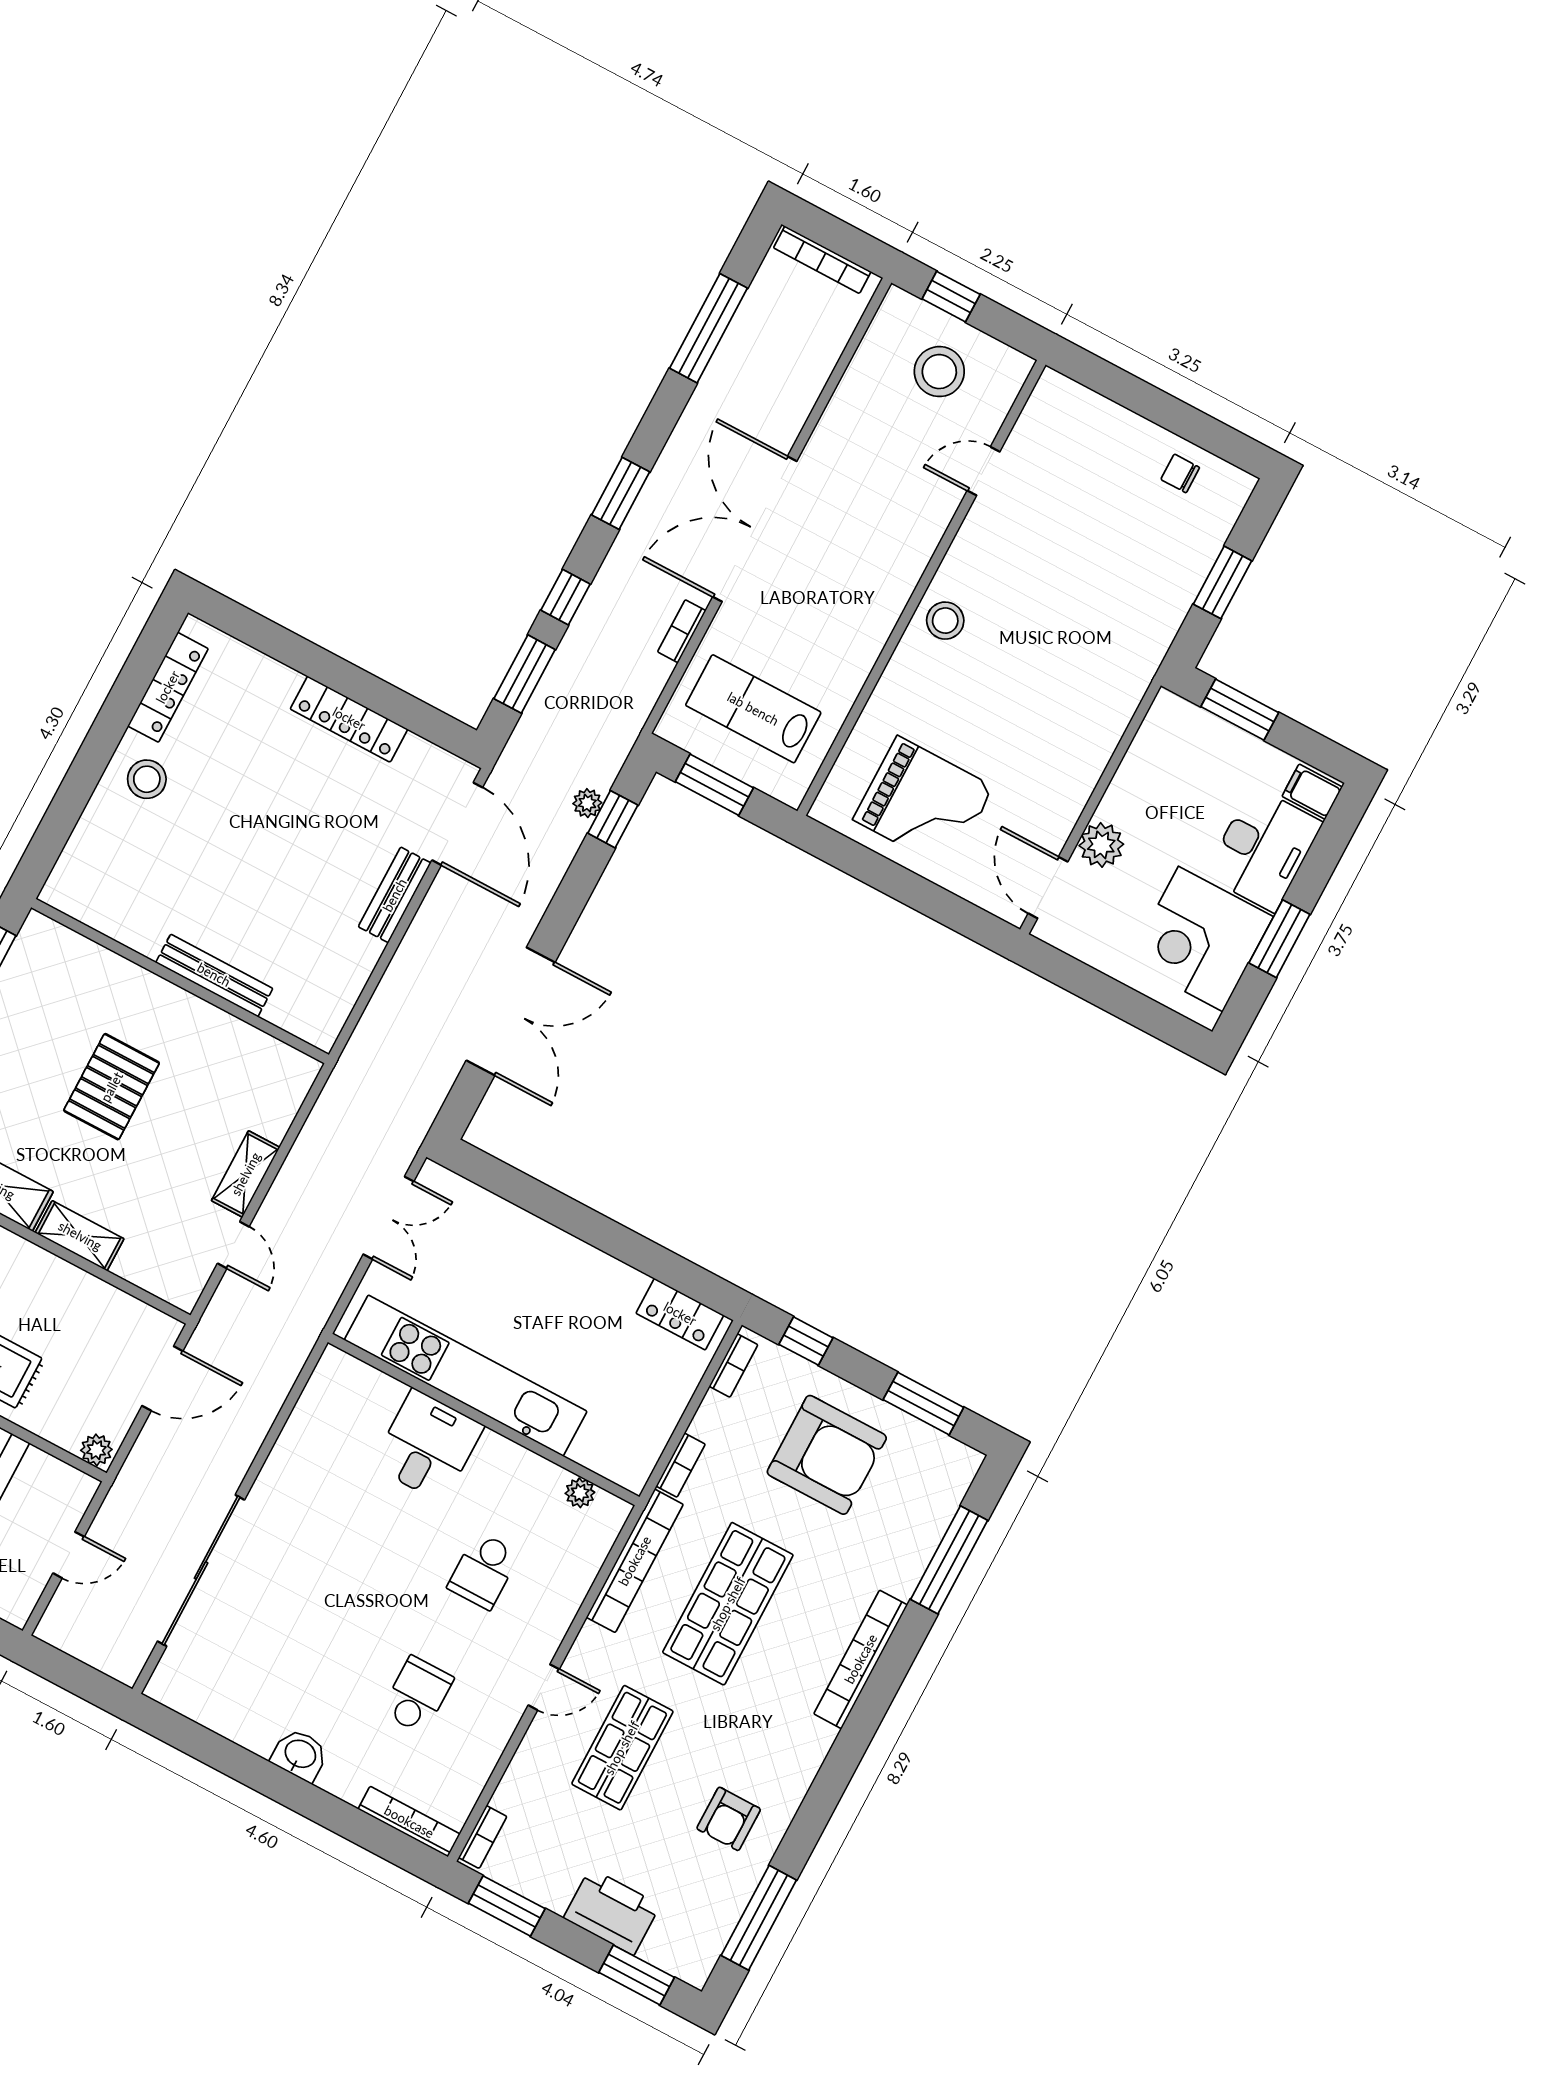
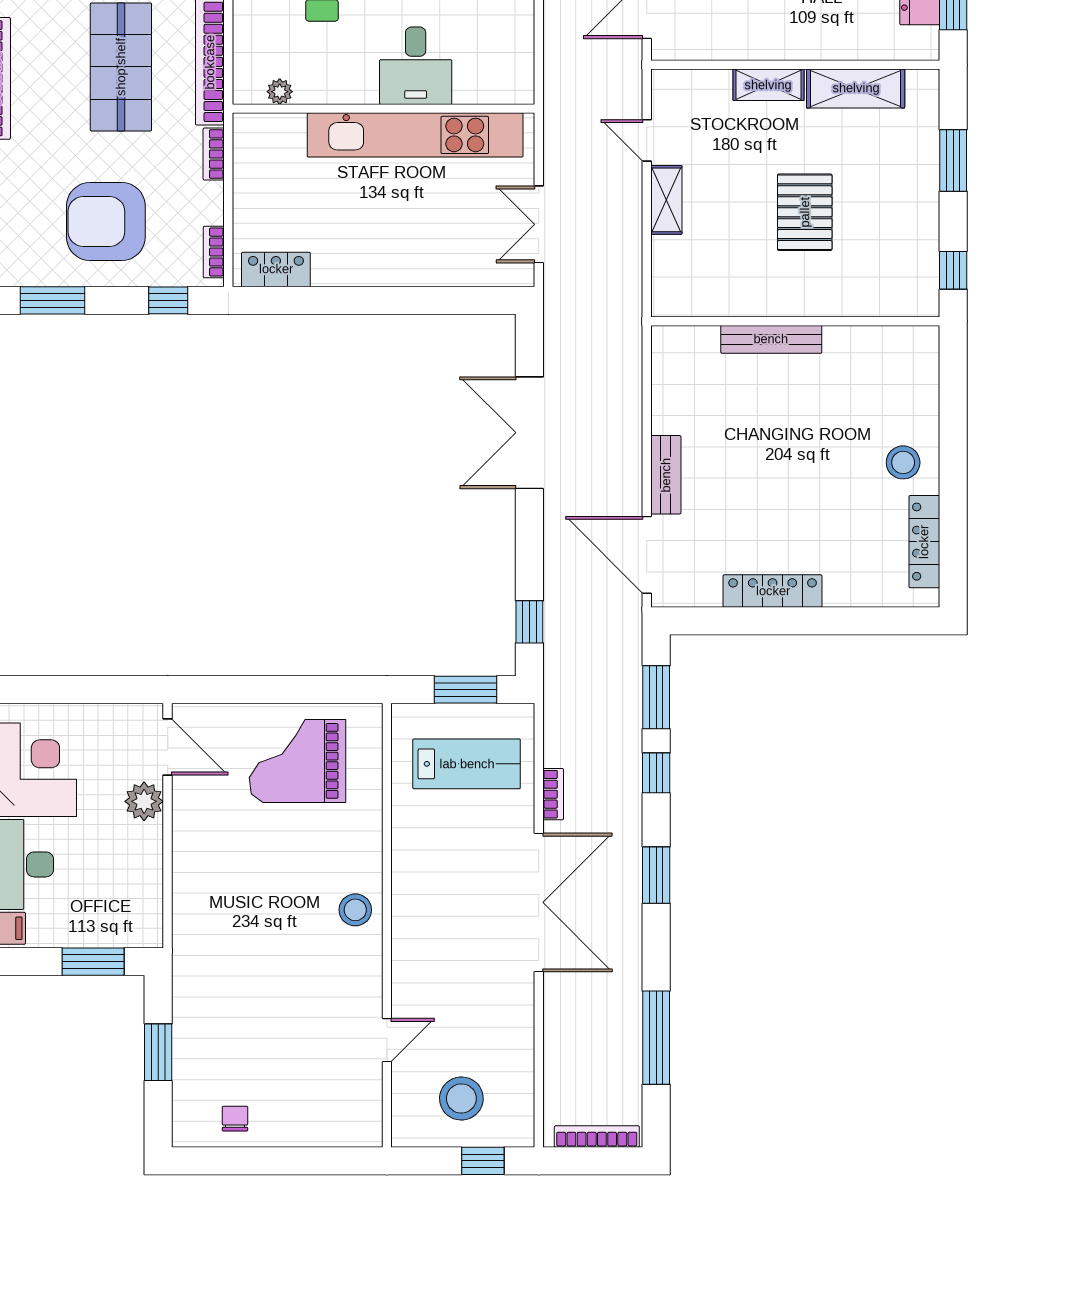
chair: (1180, 473) -> (235, 1119), turned -90
plant: (587, 803) -> (555, 624), removed

